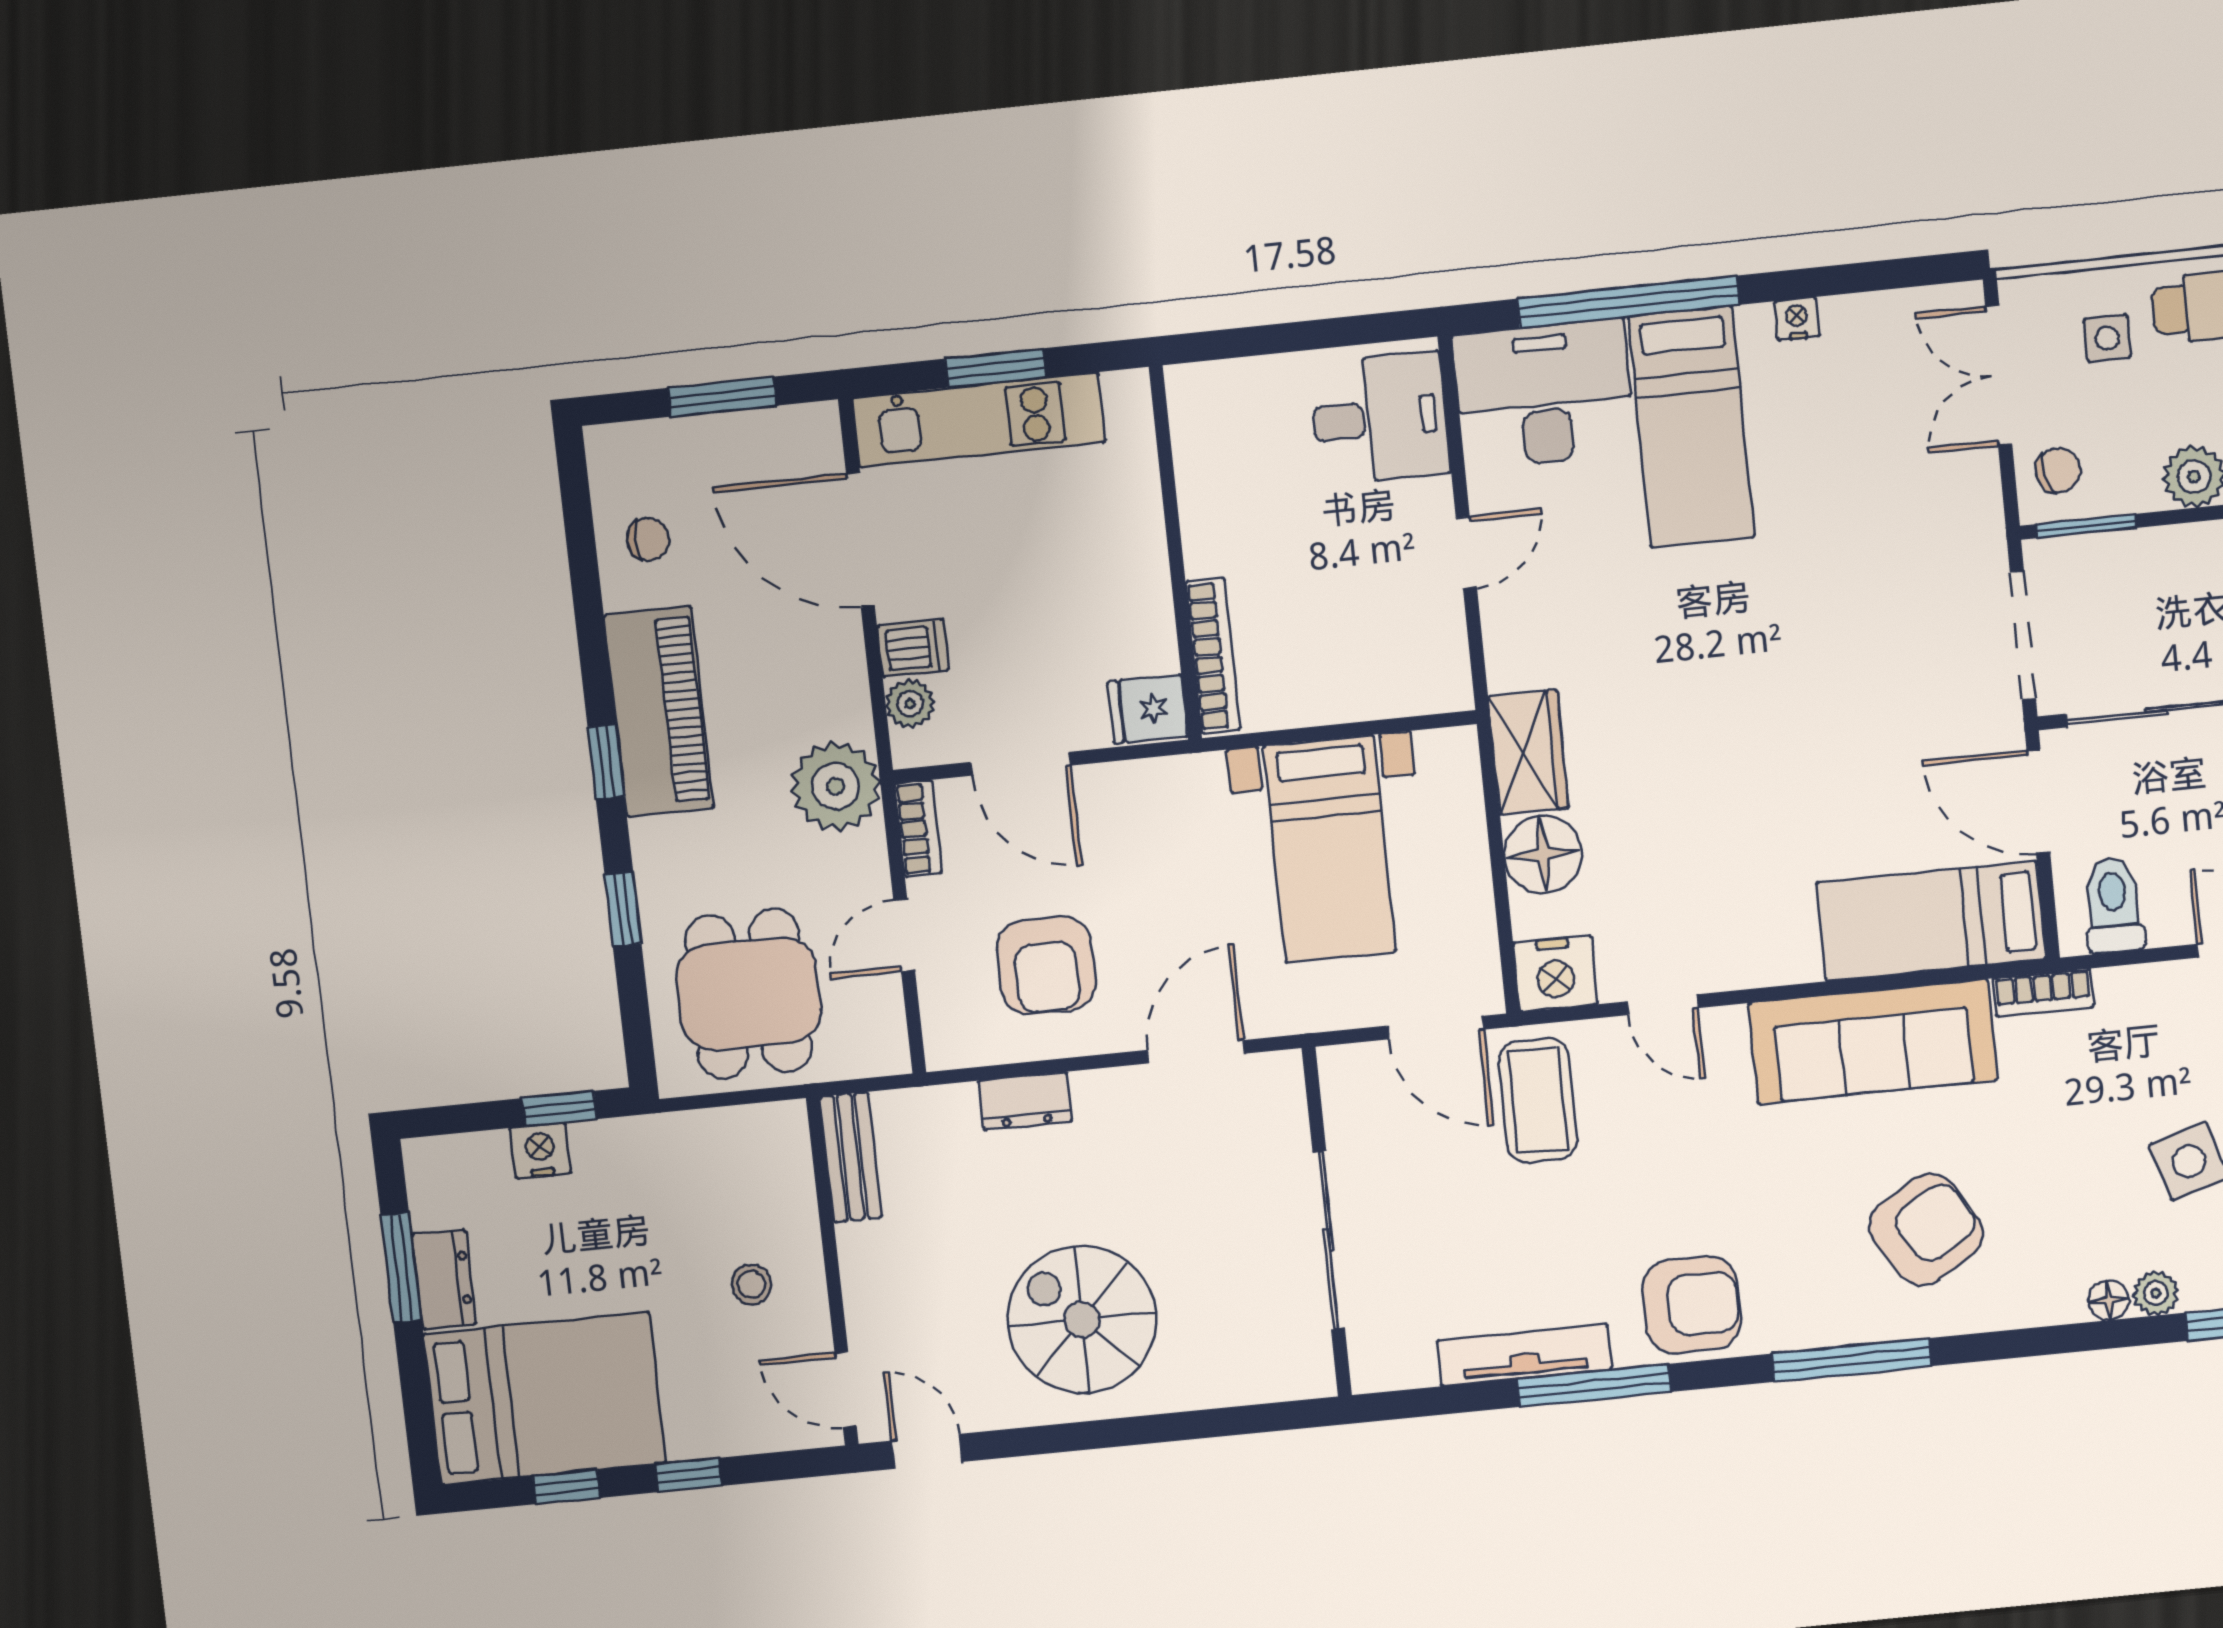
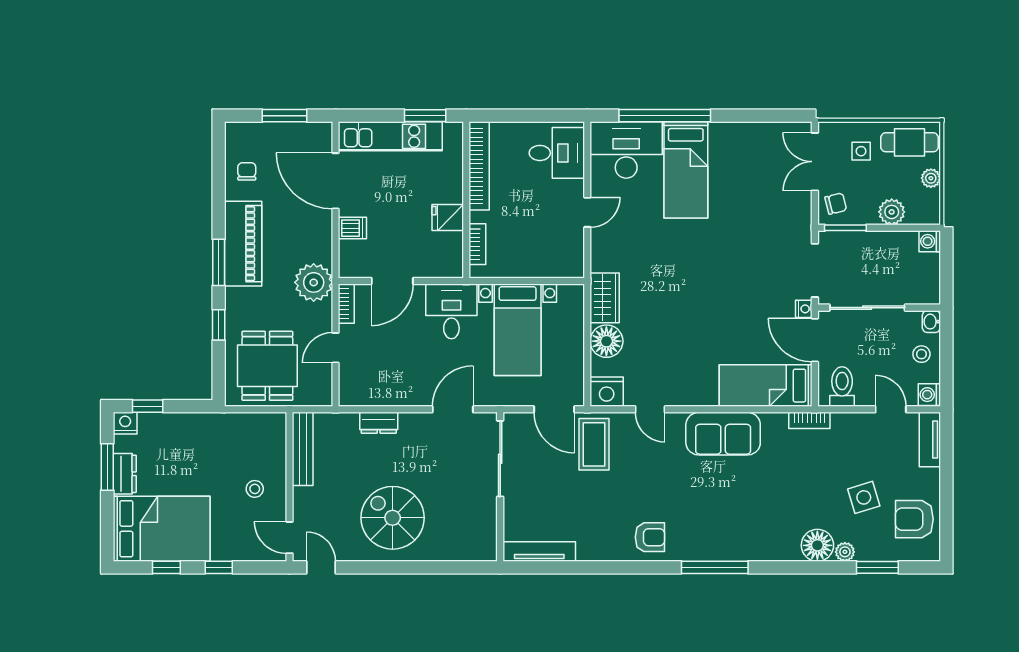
nightstand: (1797, 319) -> (804, 309), moved, turned 90
window: (995, 368) -> (425, 116), moved
bookcase: (1198, 469) -> (479, 166), added
chair: (648, 539) -> (247, 171), turned -90
bookcase: (1213, 656) -> (477, 244), width x0.64
plant: (910, 704) -> (349, 251), removed
fridge: (1147, 709) -> (448, 217), moved
window: (606, 762) -> (219, 262), width x1.50
door: (1021, 764) -> (392, 281), hinge flipped
desk: (1168, 821) -> (451, 311), added
armchair: (1046, 966) -> (394, 367), removed
sofa: (1873, 1041) -> (723, 434), width x0.73
window: (559, 1109) -> (148, 406), moved
nightstand: (540, 1151) -> (125, 423), moved
bench: (851, 1157) -> (303, 449), width x1.36
armchair: (1926, 1230) -> (751, 515), removed
sliding door: (1329, 1240) -> (500, 459), moved
floor lamp: (2109, 1300) -> (817, 545), width x1.89, depth x1.89
armchair: (1692, 1305) -> (650, 537), width x0.72, depth x0.72
tv unit: (1524, 1355) -> (539, 552), moved
window: (1594, 1385) -> (606, 567), removed

